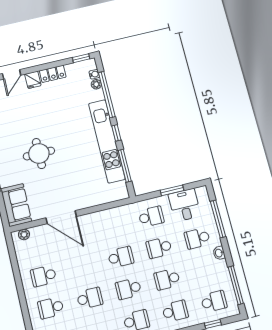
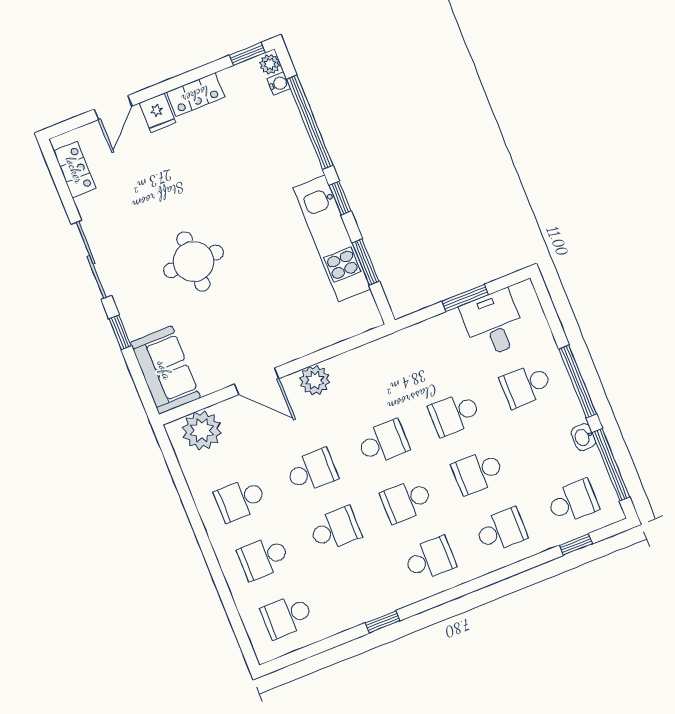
plant: (96, 84) -> (270, 64), moved
kitchen unit: (107, 141) -> (332, 238), width x0.73
window: (125, 166) -> (366, 262), width x0.69
door: (61, 217) -> (257, 381), width x0.73
school desk: (151, 217) -> (312, 471), moved
window: (218, 219) -> (578, 381), moved
plant: (91, 221) -> (315, 380), added
plant: (24, 234) -> (202, 430), width x1.87, depth x1.87
washbasin: (219, 253) -> (583, 437), moved

